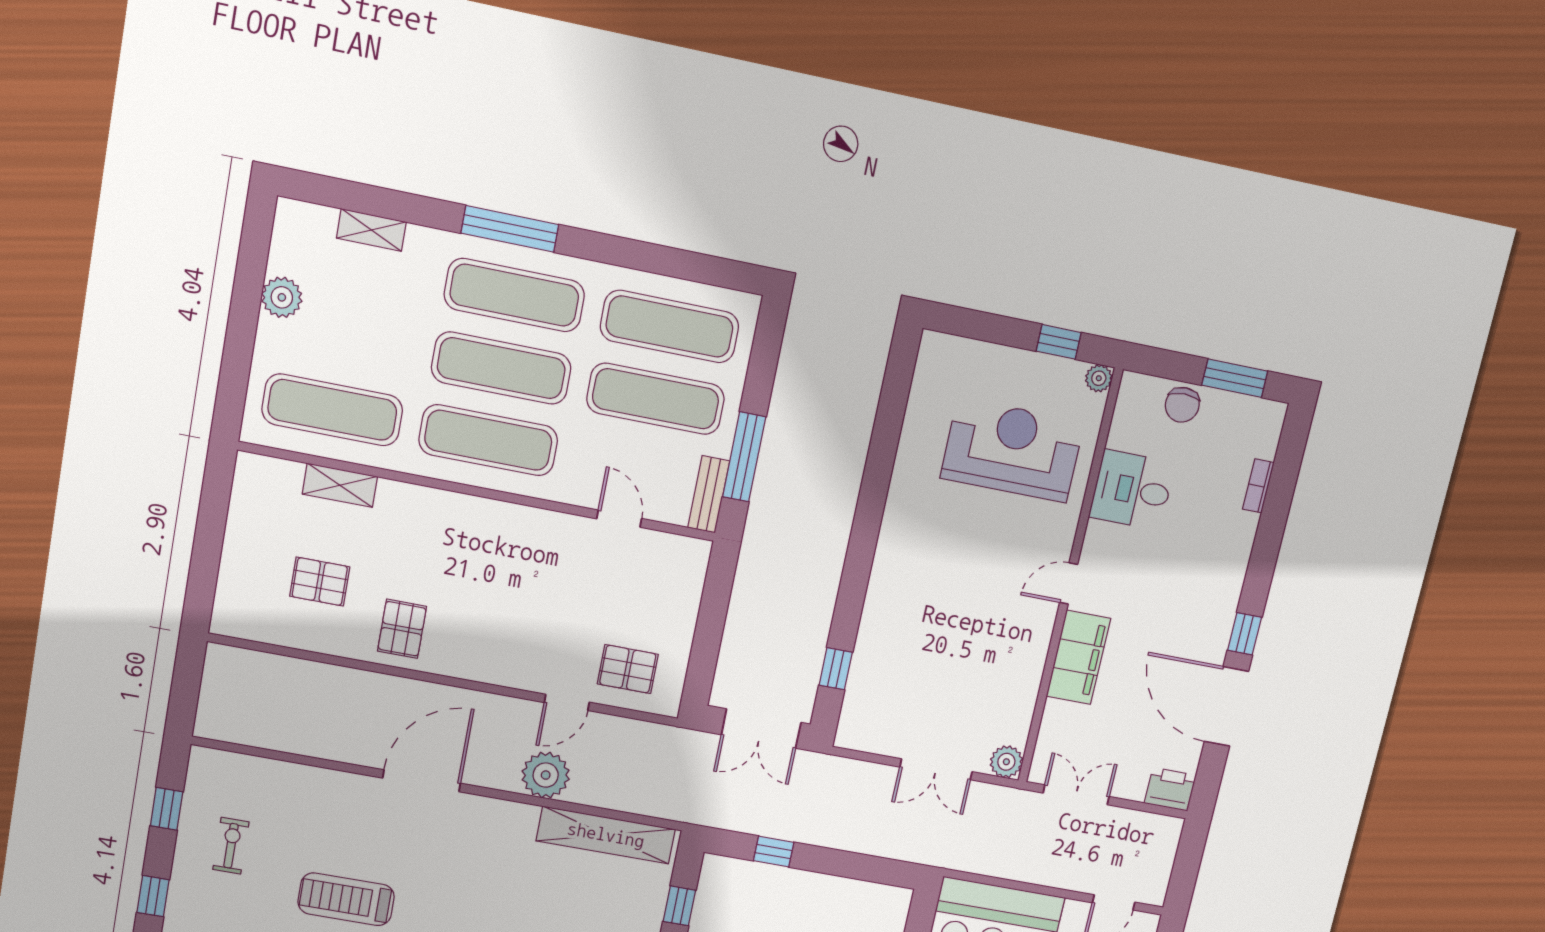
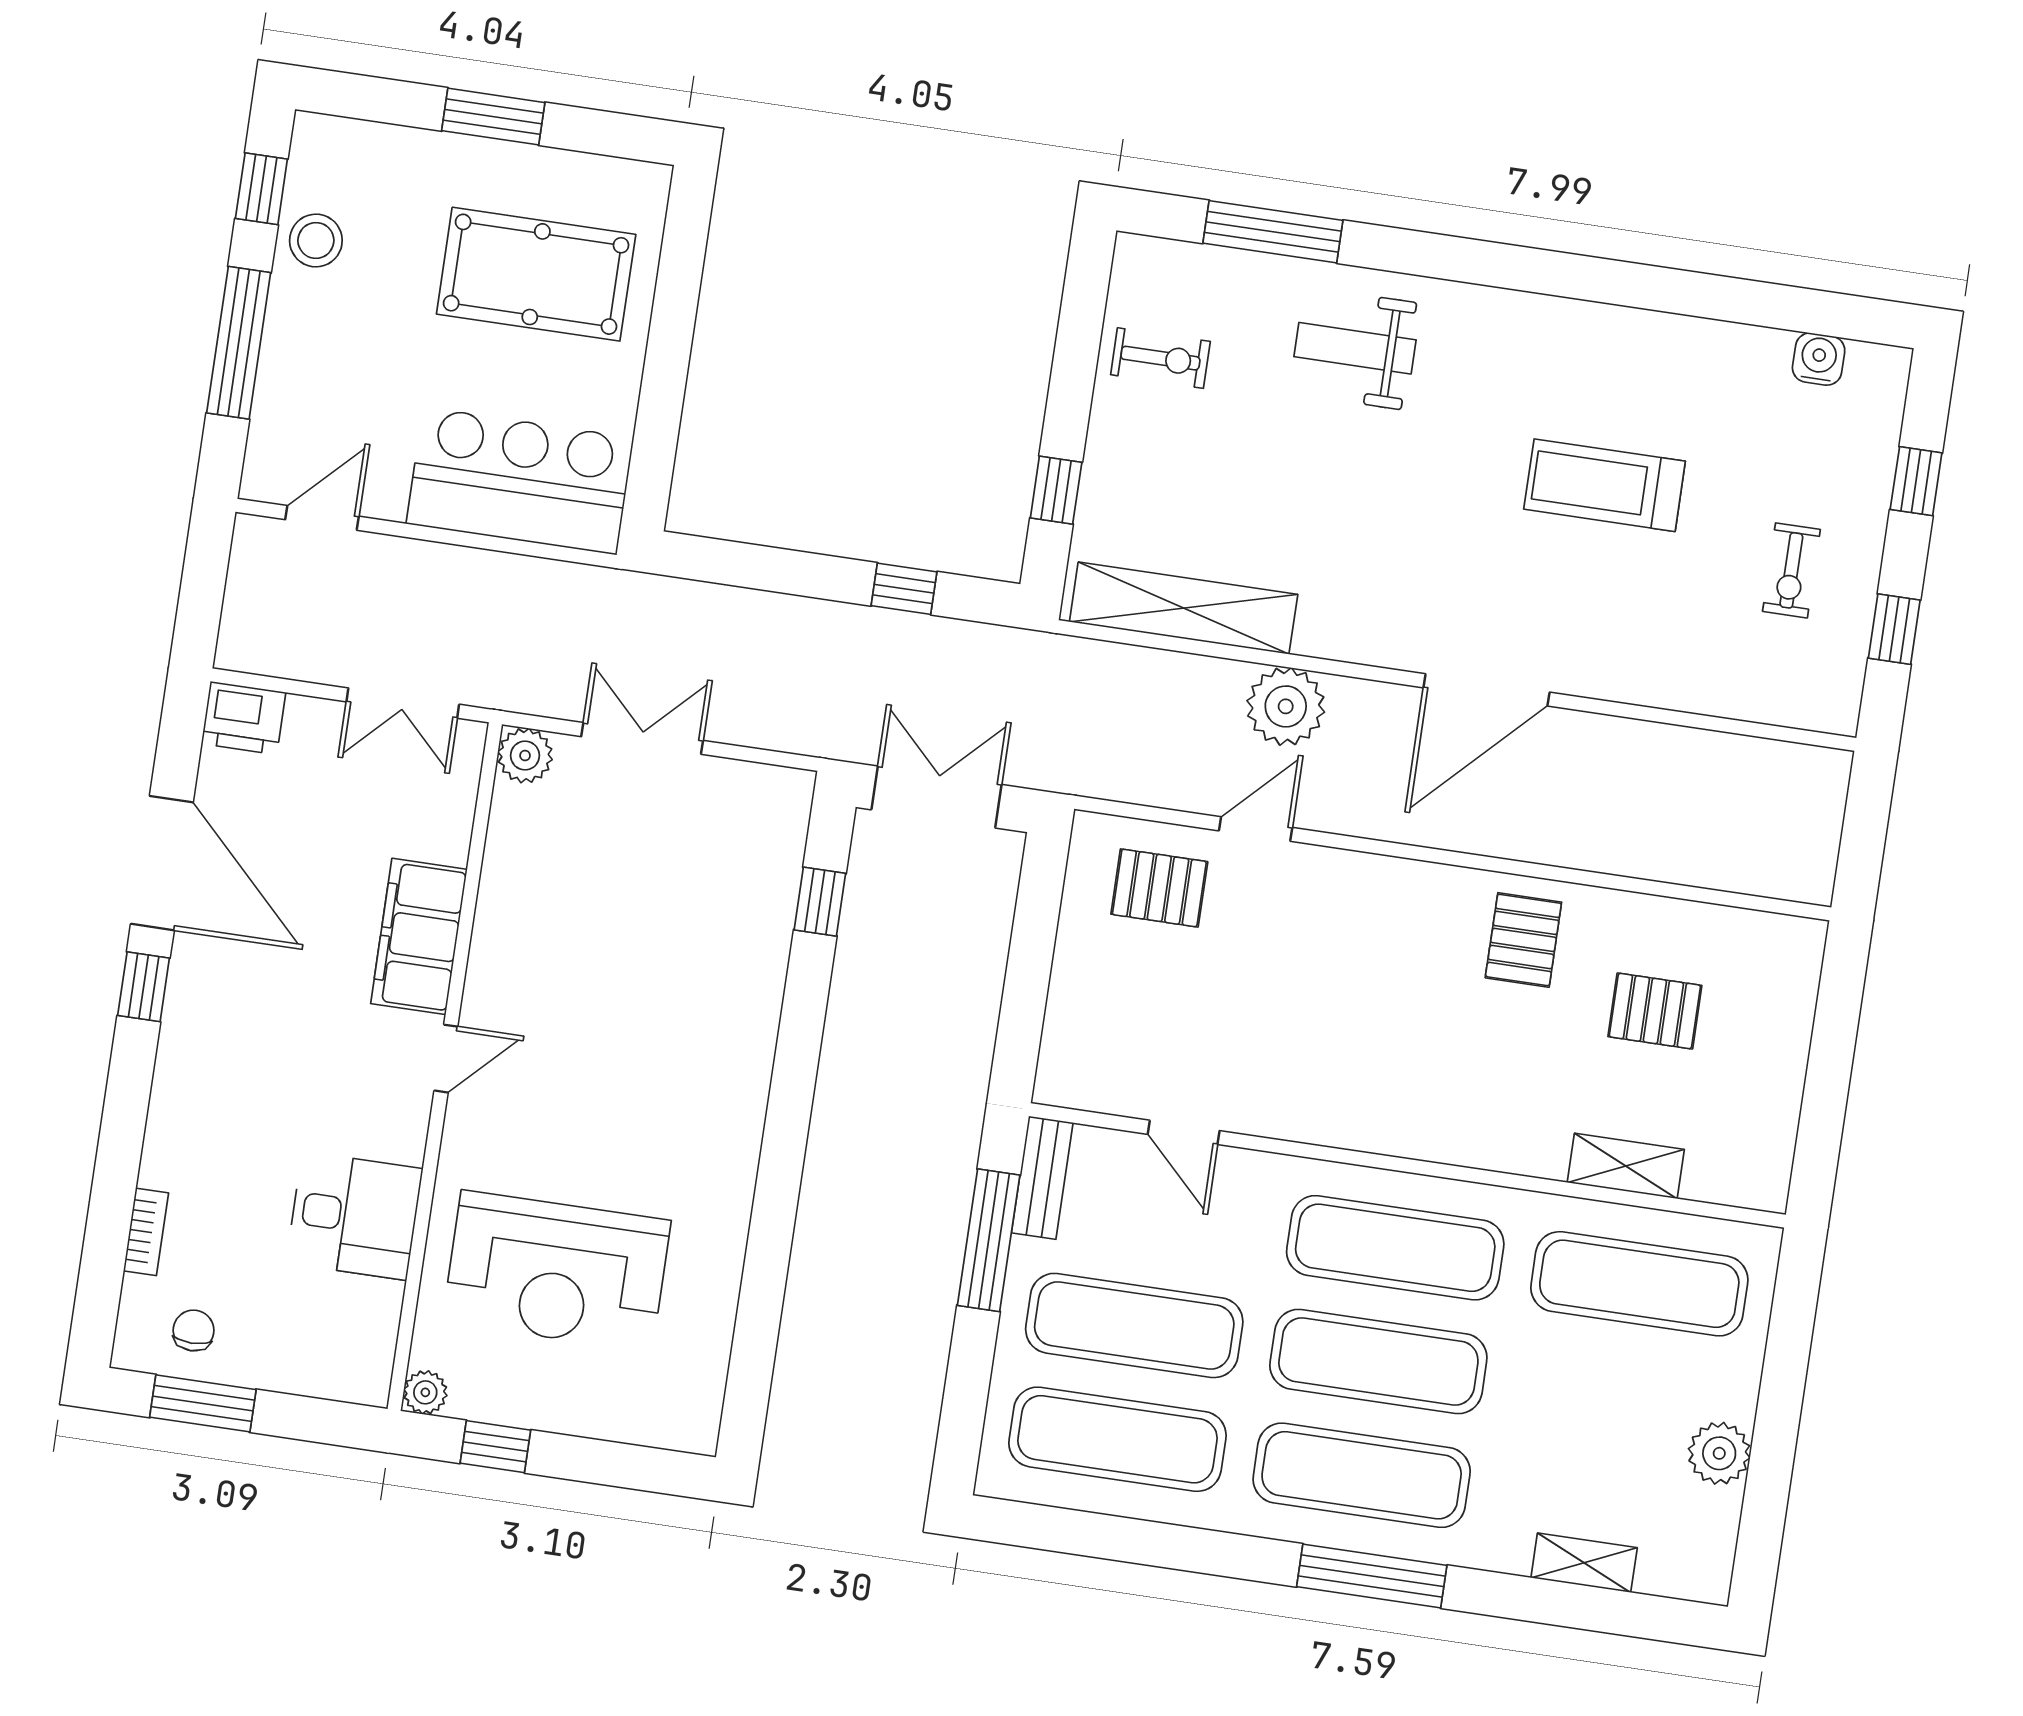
chair: (1182, 405) -> (194, 1330), moved, width x0.73, depth x0.73
treadmill: (346, 899) -> (1605, 485), turned 180

